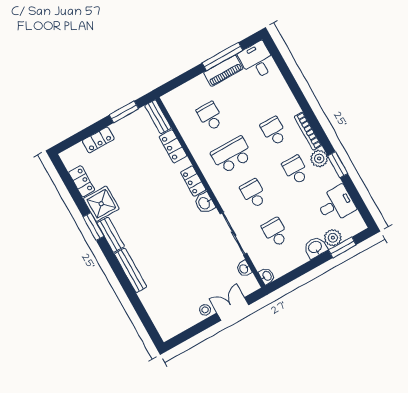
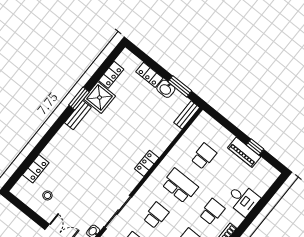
window: (222, 57) -> (255, 147), width x0.46
desk: (257, 61) -> (243, 199), moved, turned 90
locker: (173, 146) -> (36, 169), moved, turned 180
washbasin: (205, 203) -> (166, 89), moved, turned -90
bench: (130, 270) -> (56, 142), removed
stool: (205, 310) -> (47, 196), moved

